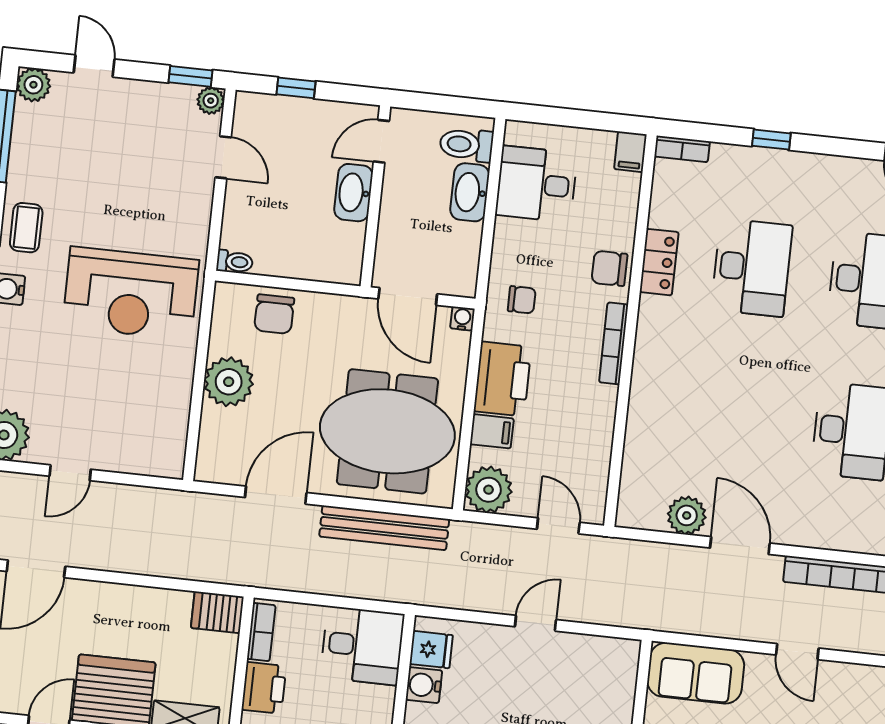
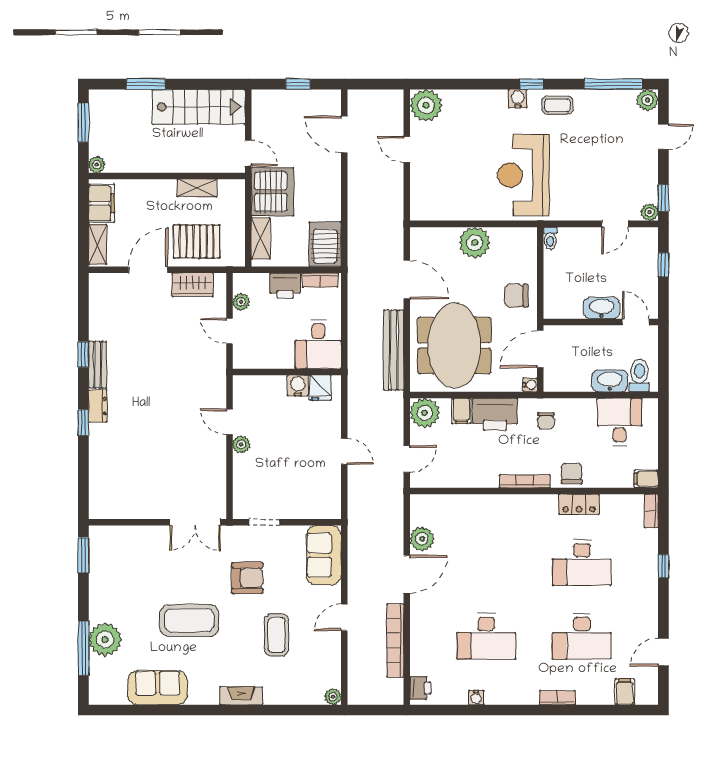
chair: (274, 314) -> (516, 296), moved
server rack: (217, 612) -> (325, 244), width x1.36, depth x1.44

